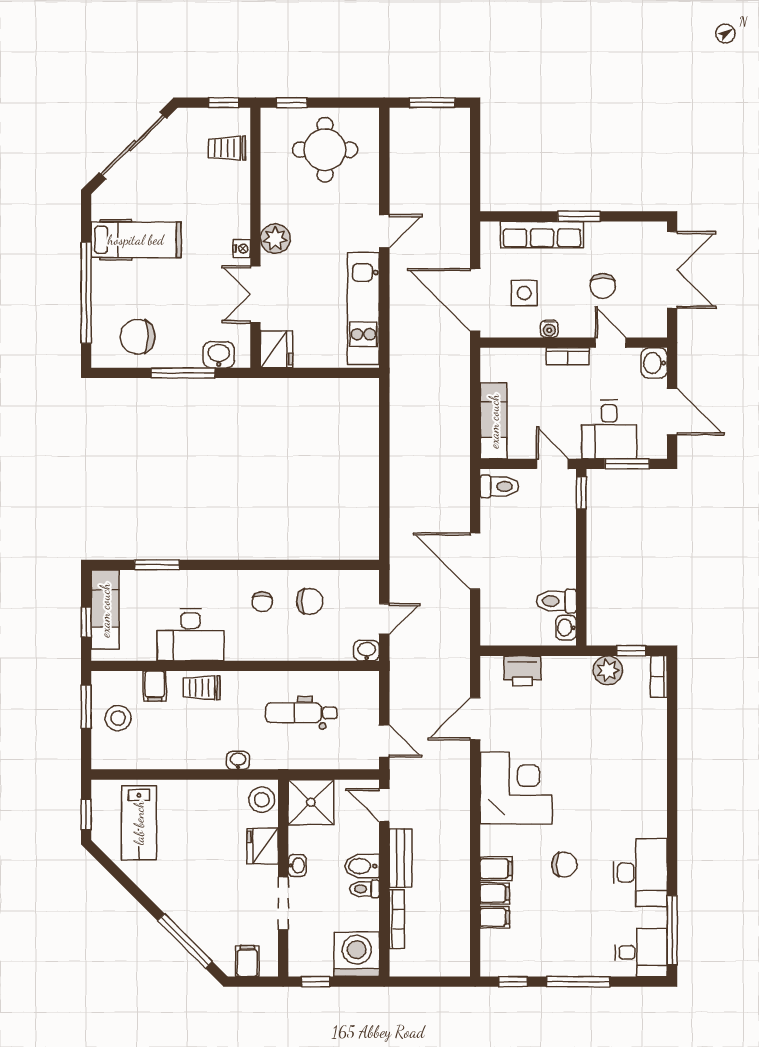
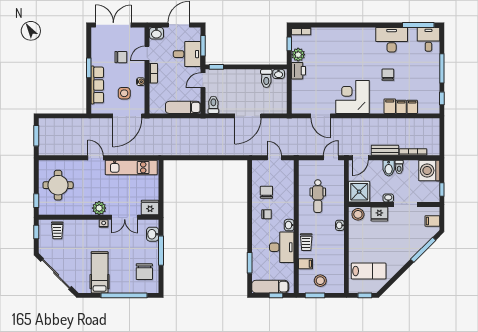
washbasin: (367, 651) -> (289, 225), moved
printer: (522, 671) -> (298, 71), moved

